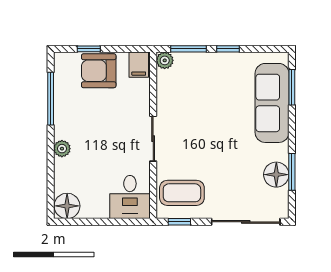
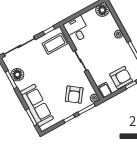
armchair: (196, 86) -> (74, 95), added

